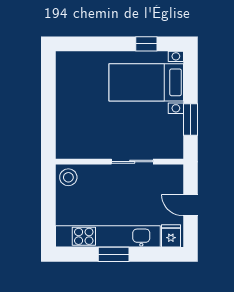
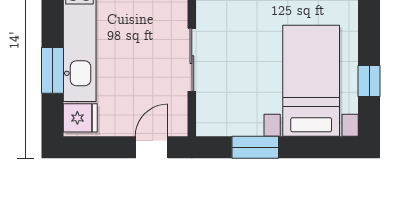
door: (191, 205) -> (152, 147), moved
window: (114, 254) -> (52, 70), moved

